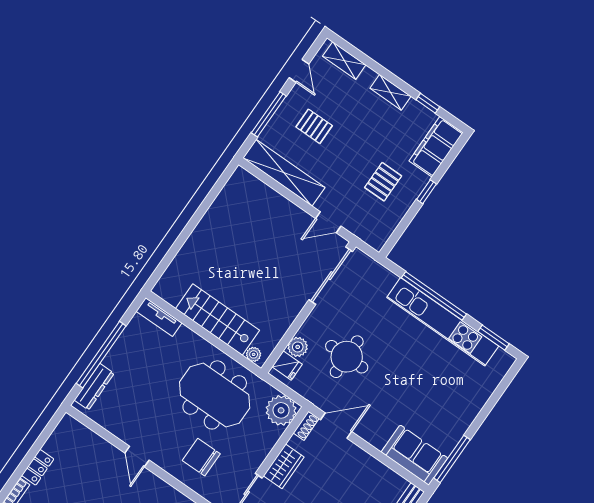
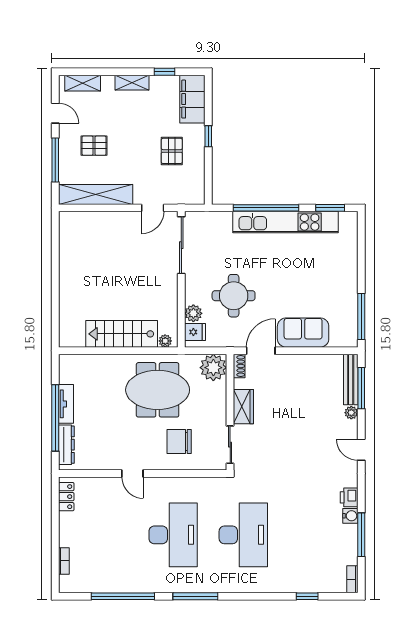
tv unit: (159, 317) -> (66, 404), moved, turned -90
sofa: (414, 455) -> (303, 333), moved
locker: (38, 467) -> (66, 497), moved

